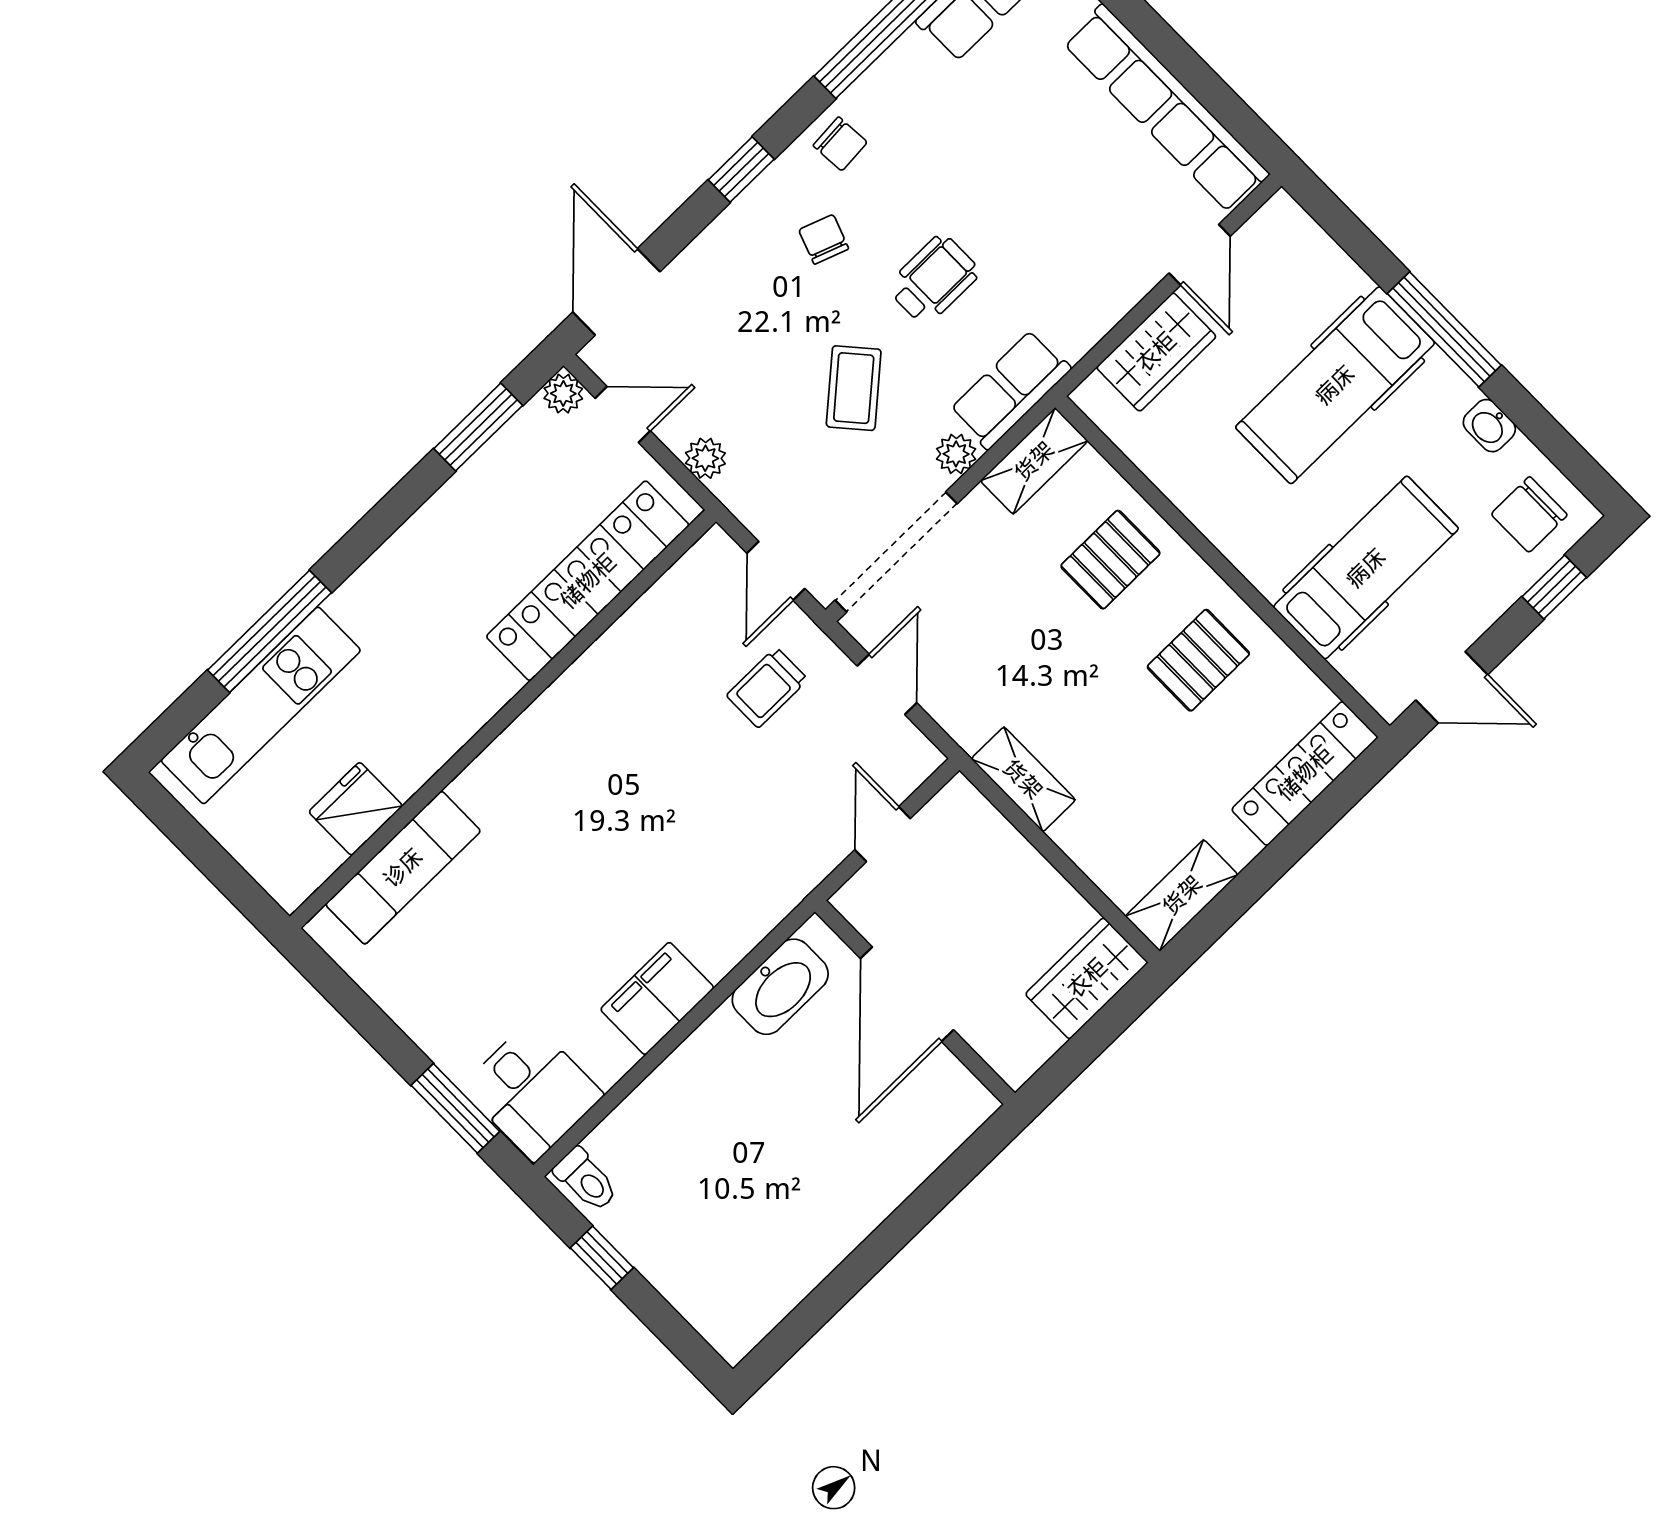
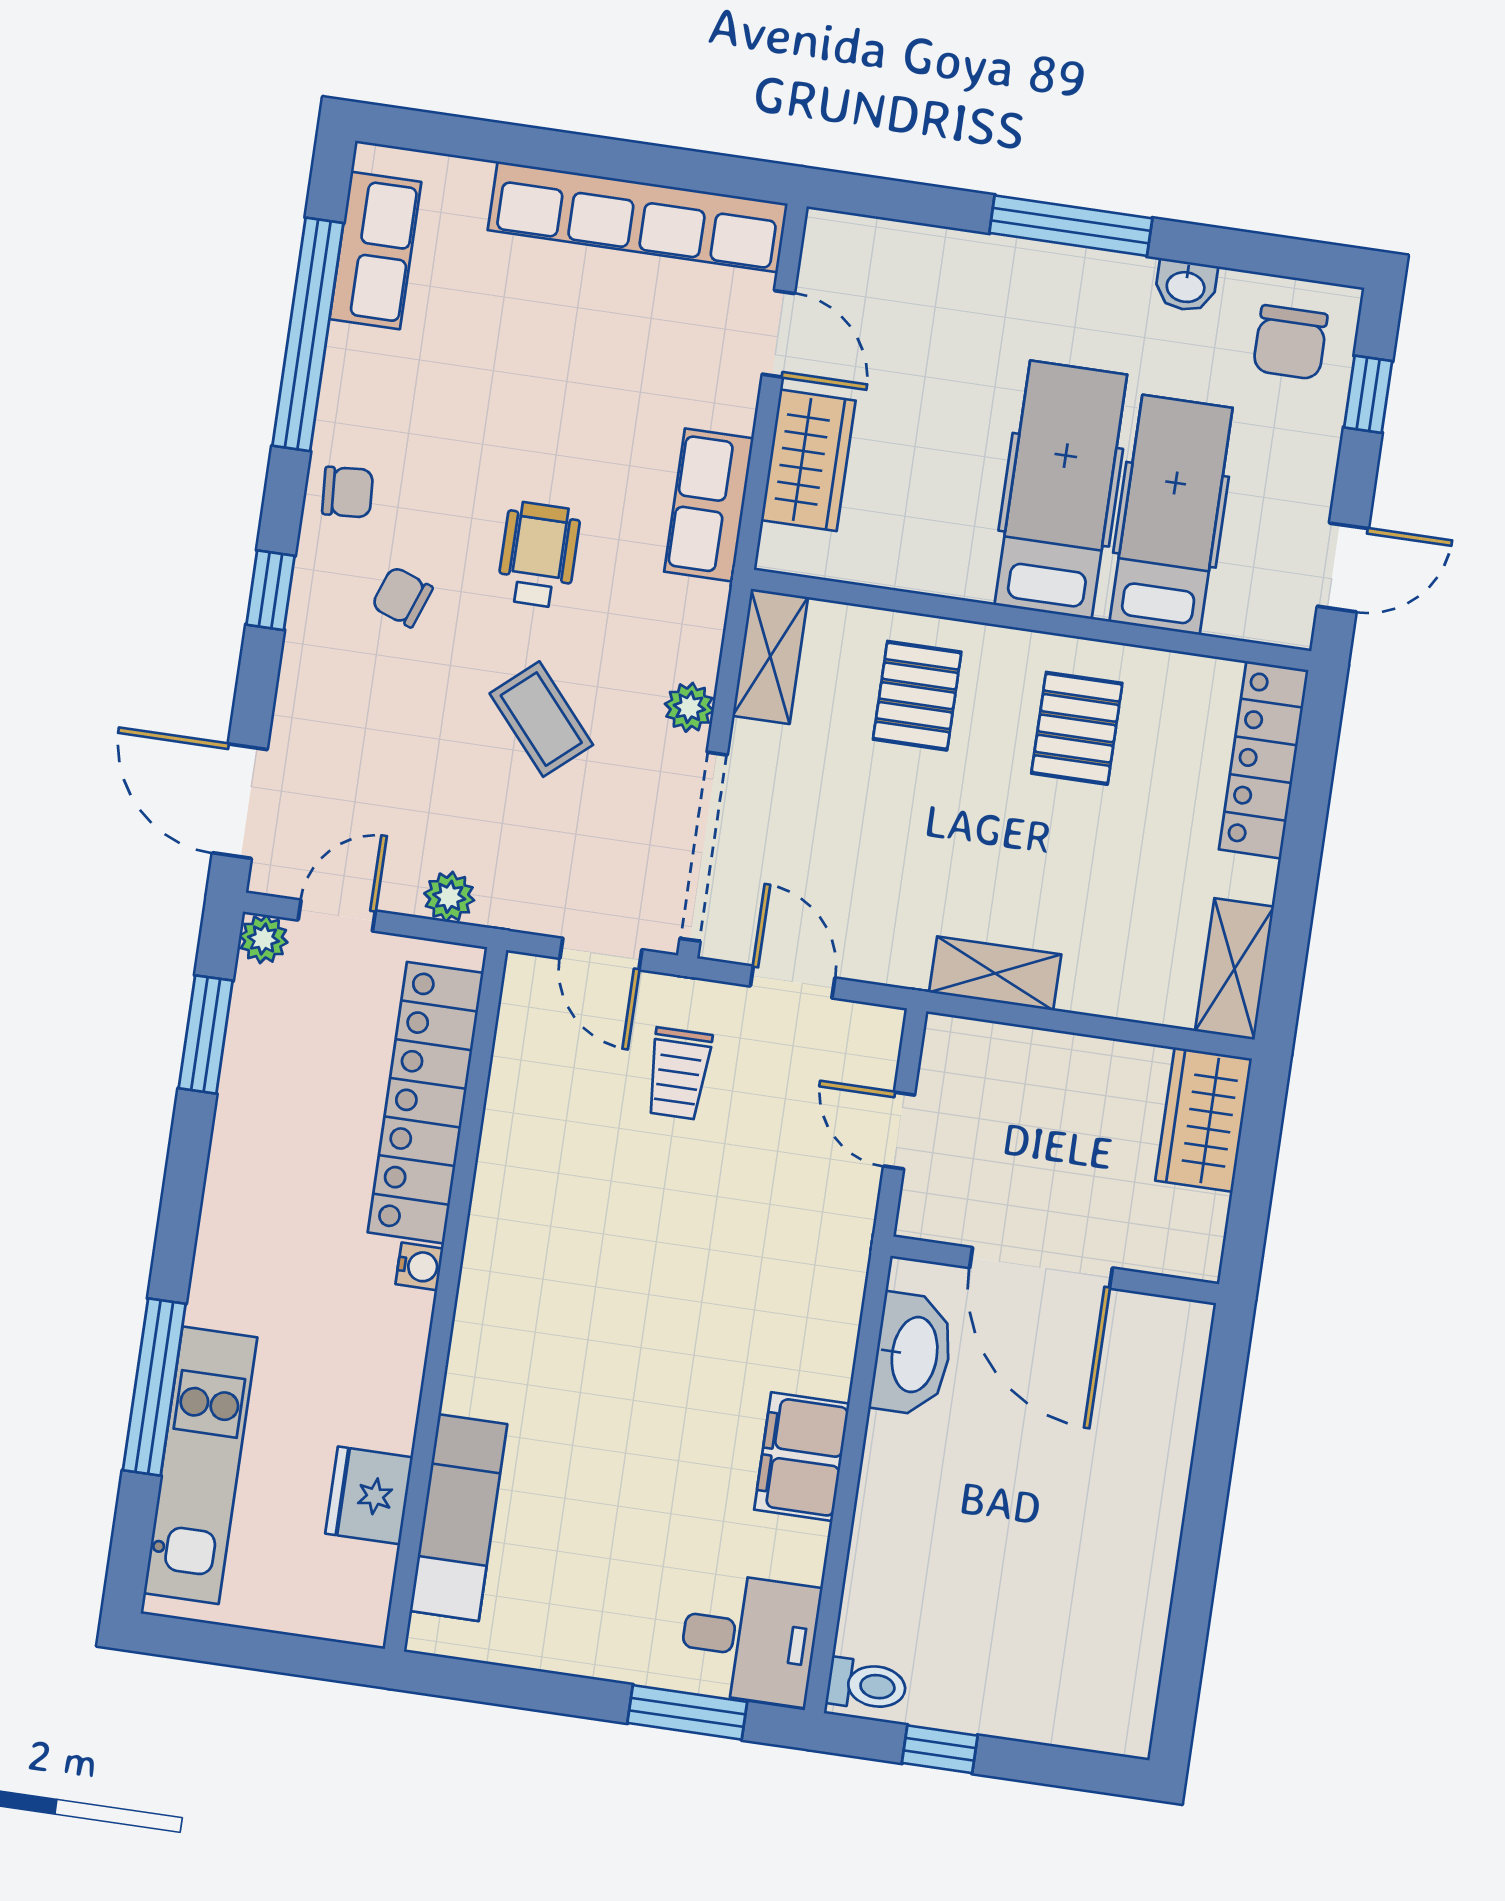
hospital bed: (1335, 385) -> (1061, 490), moved, turned 180
row of seats: (1010, 389) -> (709, 505), moved
water cooler: (502, 684) -> (419, 1266), added

